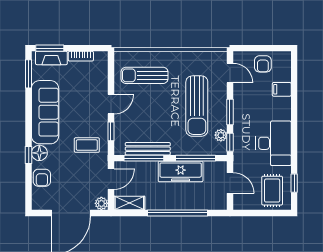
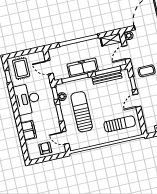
filing cabinet: (282, 89) -> (29, 130), width x2.00

